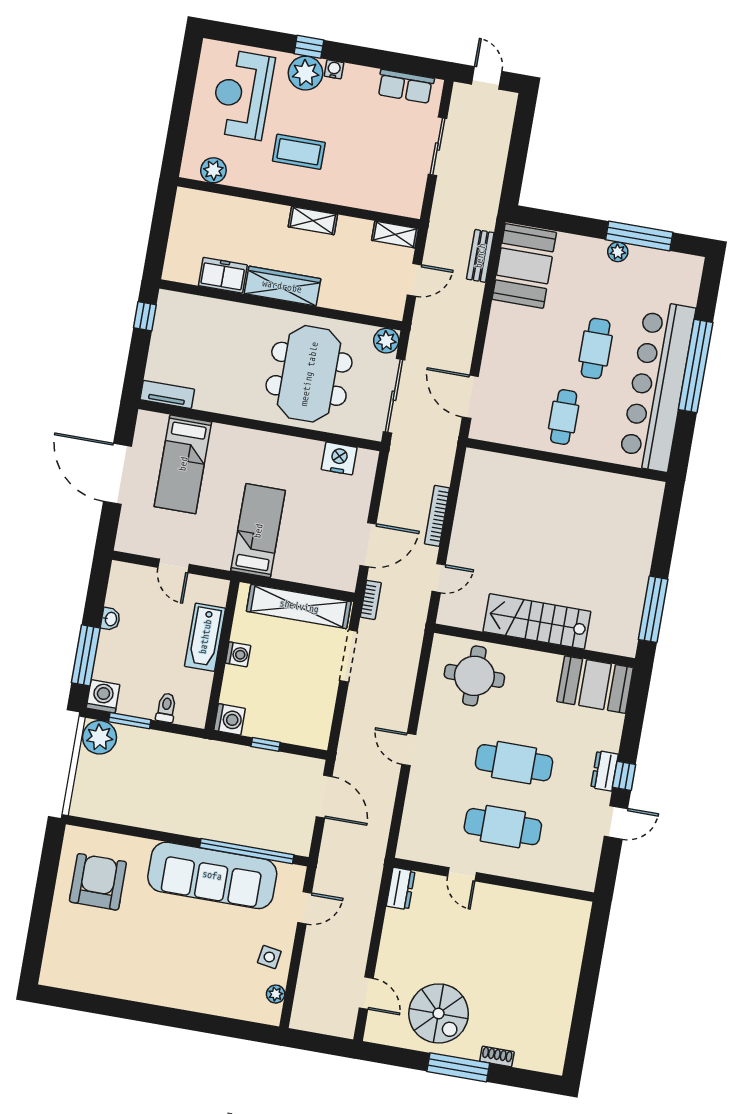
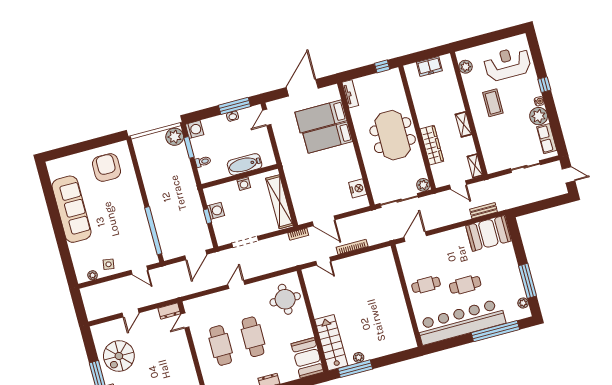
plant: (305, 73) -> (539, 116), moved
door: (487, 78) -> (568, 175), hinge flipped
plant: (618, 252) -> (523, 303), moved
freezer: (223, 275) -> (429, 67), moved, turned 90
wardrobe: (282, 286) -> (432, 145), moved
window: (696, 366) -> (495, 331), moved
meeting table: (309, 374) -> (393, 135), moved, turned 90
bed: (258, 531) -> (328, 138), moved, turned 180
door: (174, 566) -> (267, 117), moved
plant: (636, 594) -> (359, 357), added
stairs: (537, 621) -> (331, 343), moved
window: (86, 655) -> (234, 106), moved
doorway: (349, 656) -> (245, 242), moved
washing machine: (230, 719) -> (216, 211), moved, turned -90
door: (462, 874) -> (185, 320), moved
sofa: (212, 875) -> (72, 209), moved, turned 180
armchair: (98, 882) -> (107, 167), turned -90
door: (366, 993) -> (131, 313), moved

